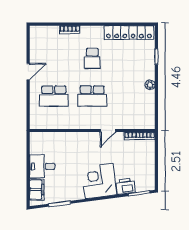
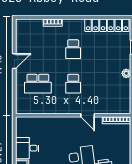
school desk: (92, 96) -> (73, 84), width x0.54
door: (108, 130) -> (88, 115), hinge flipped

